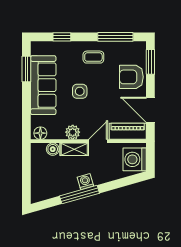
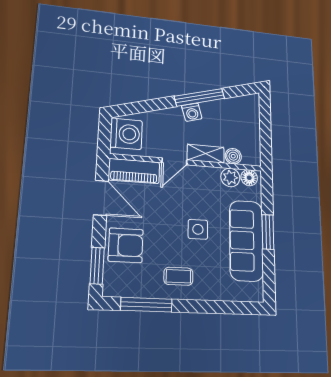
window: (62, 37) -> (222, 307), removed
window: (26, 69) -> (268, 232), moved
plant: (73, 132) -> (230, 177), moved

